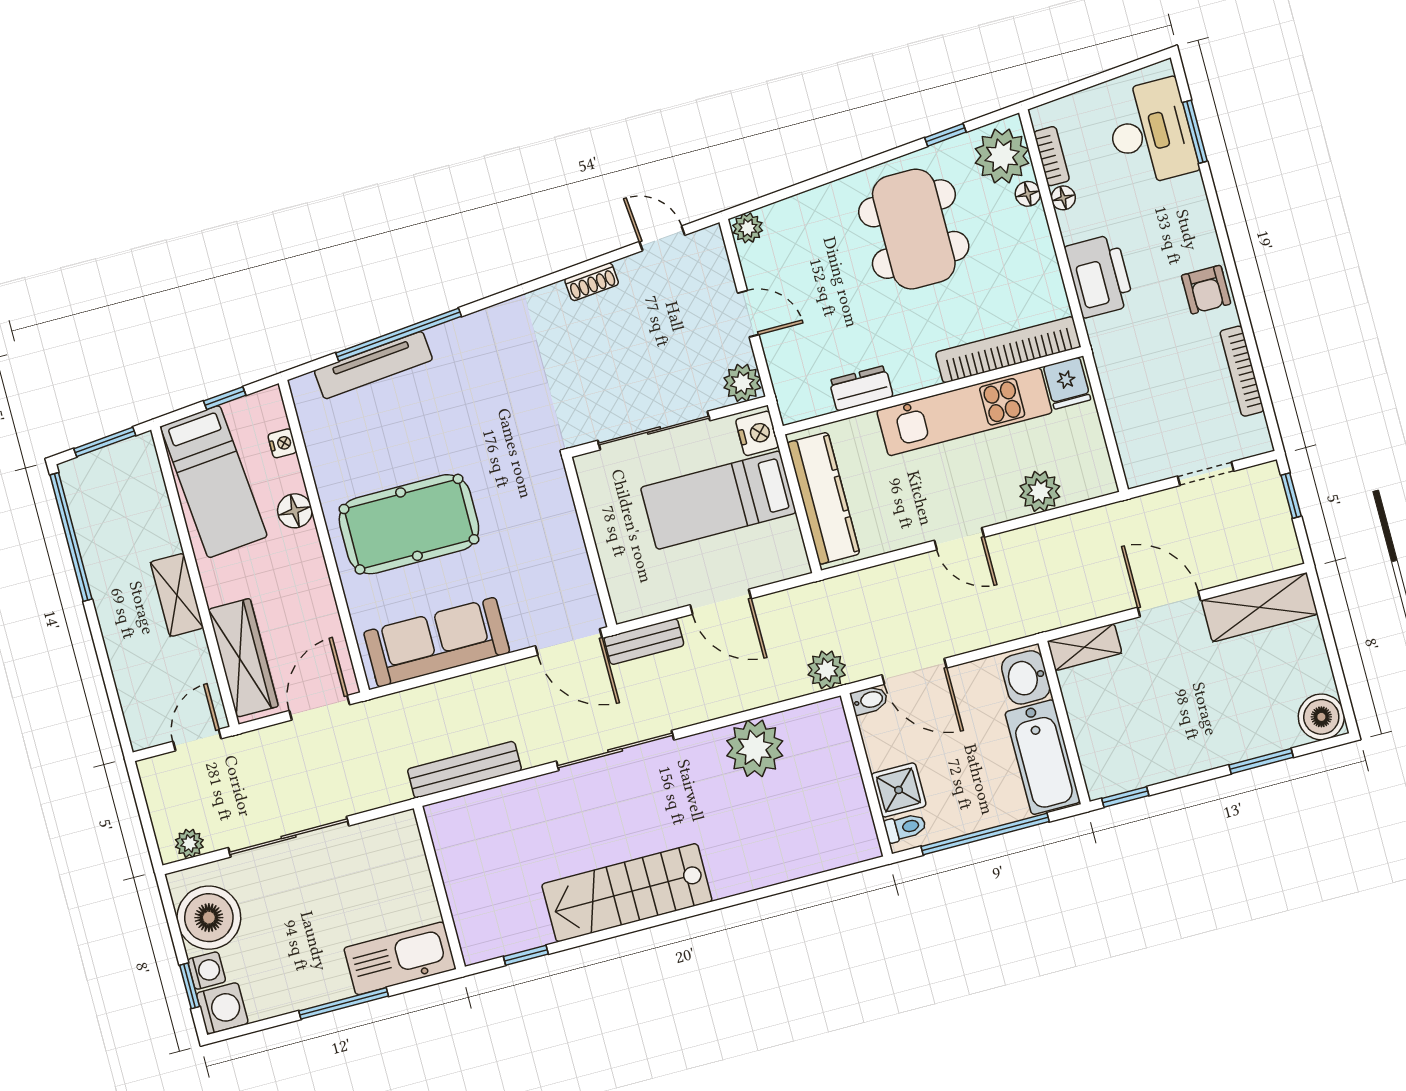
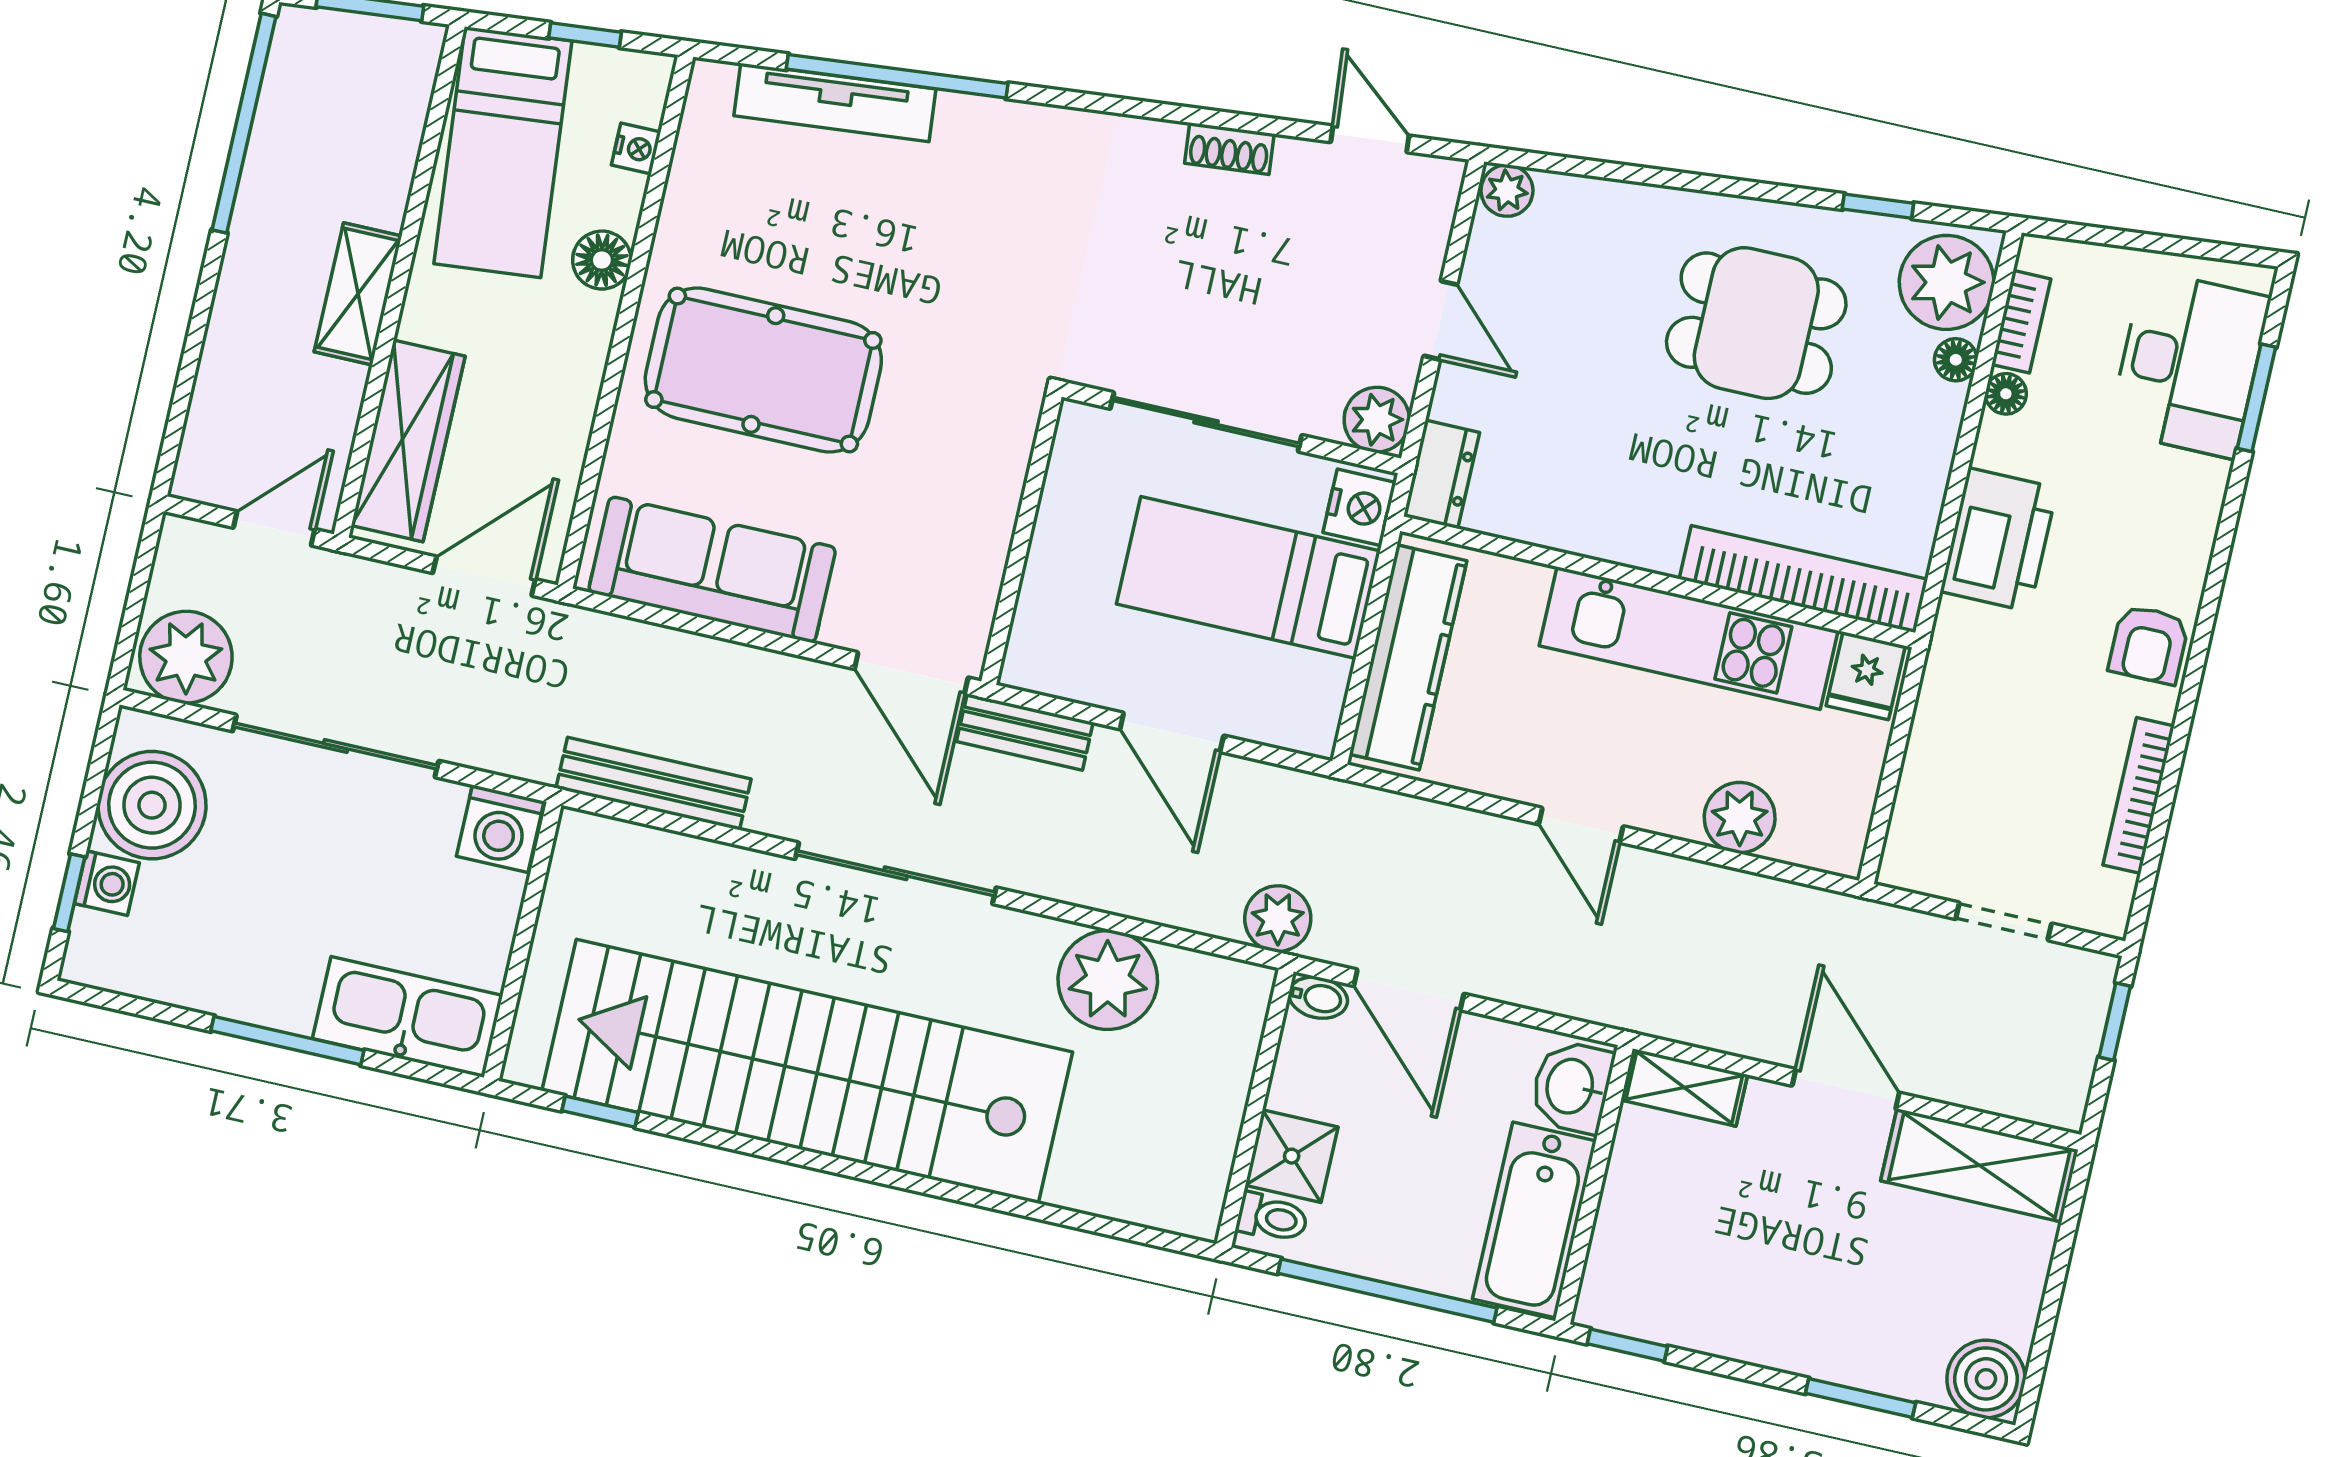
dining table: (914, 229) -> (1756, 323), width x0.73
dresser: (861, 388) -> (1441, 474), moved, turned 90
plant: (189, 843) -> (186, 657), width x1.88, depth x1.88
stairs: (627, 893) -> (807, 1071), width x1.86, depth x1.51
washing machine: (222, 1008) -> (500, 829), moved, turned 90

